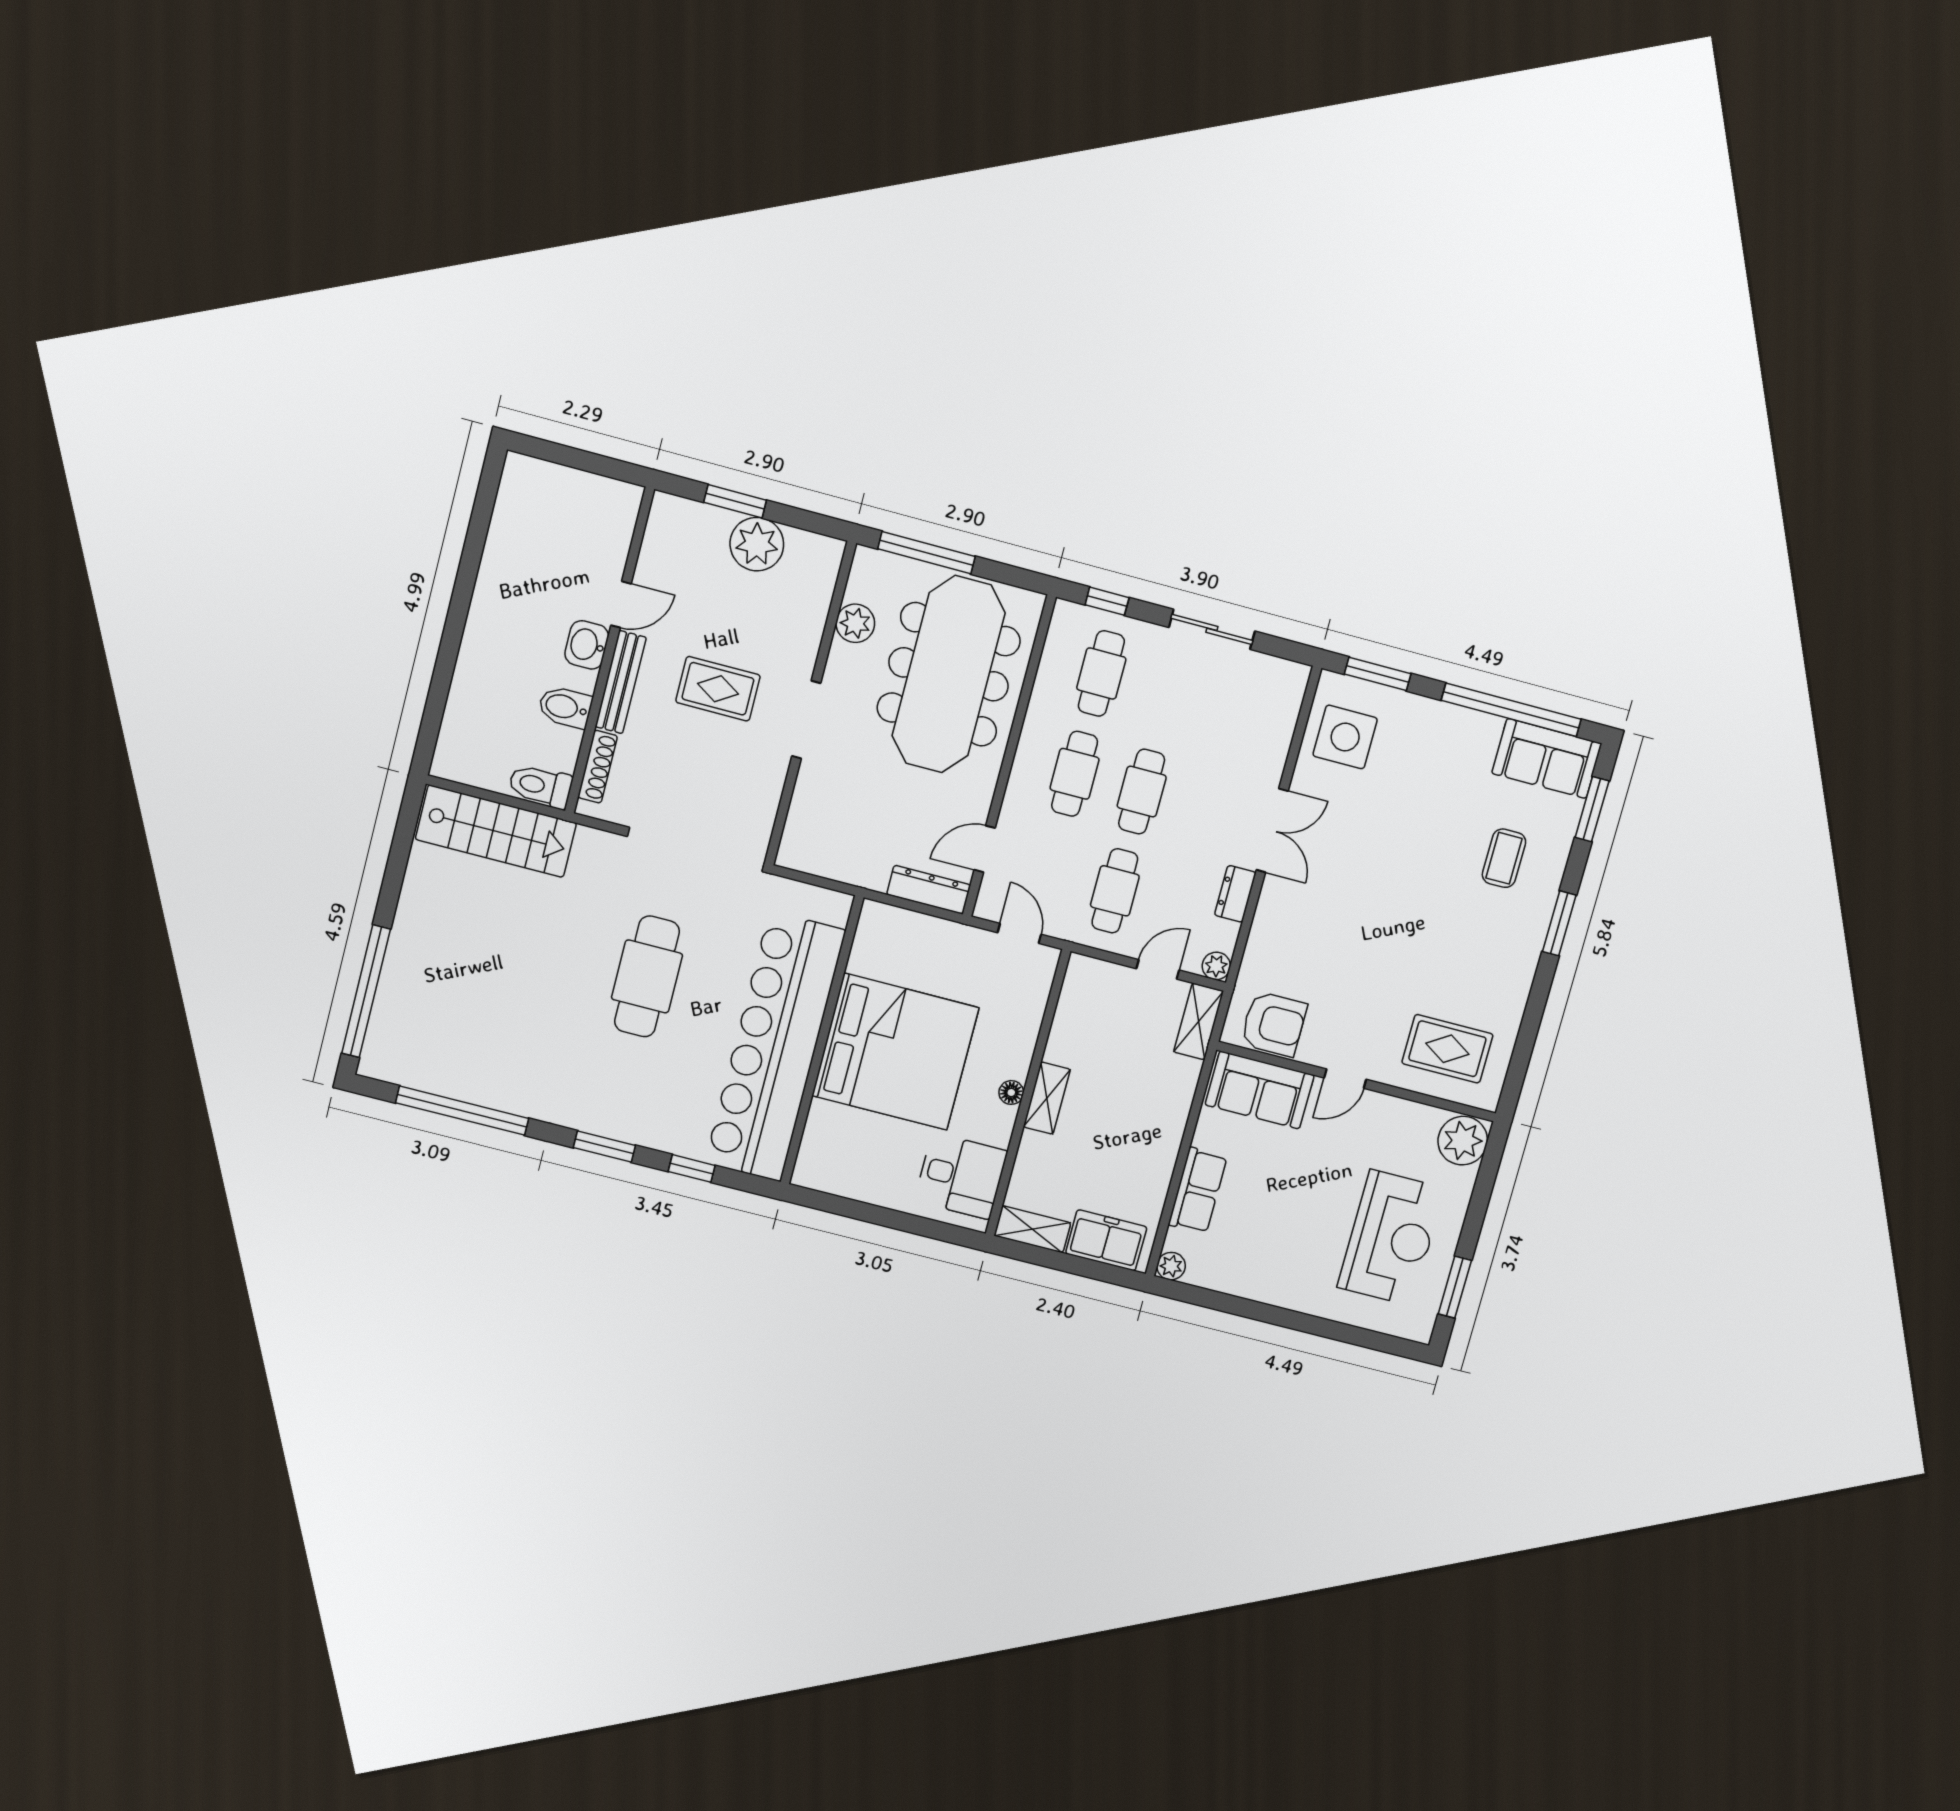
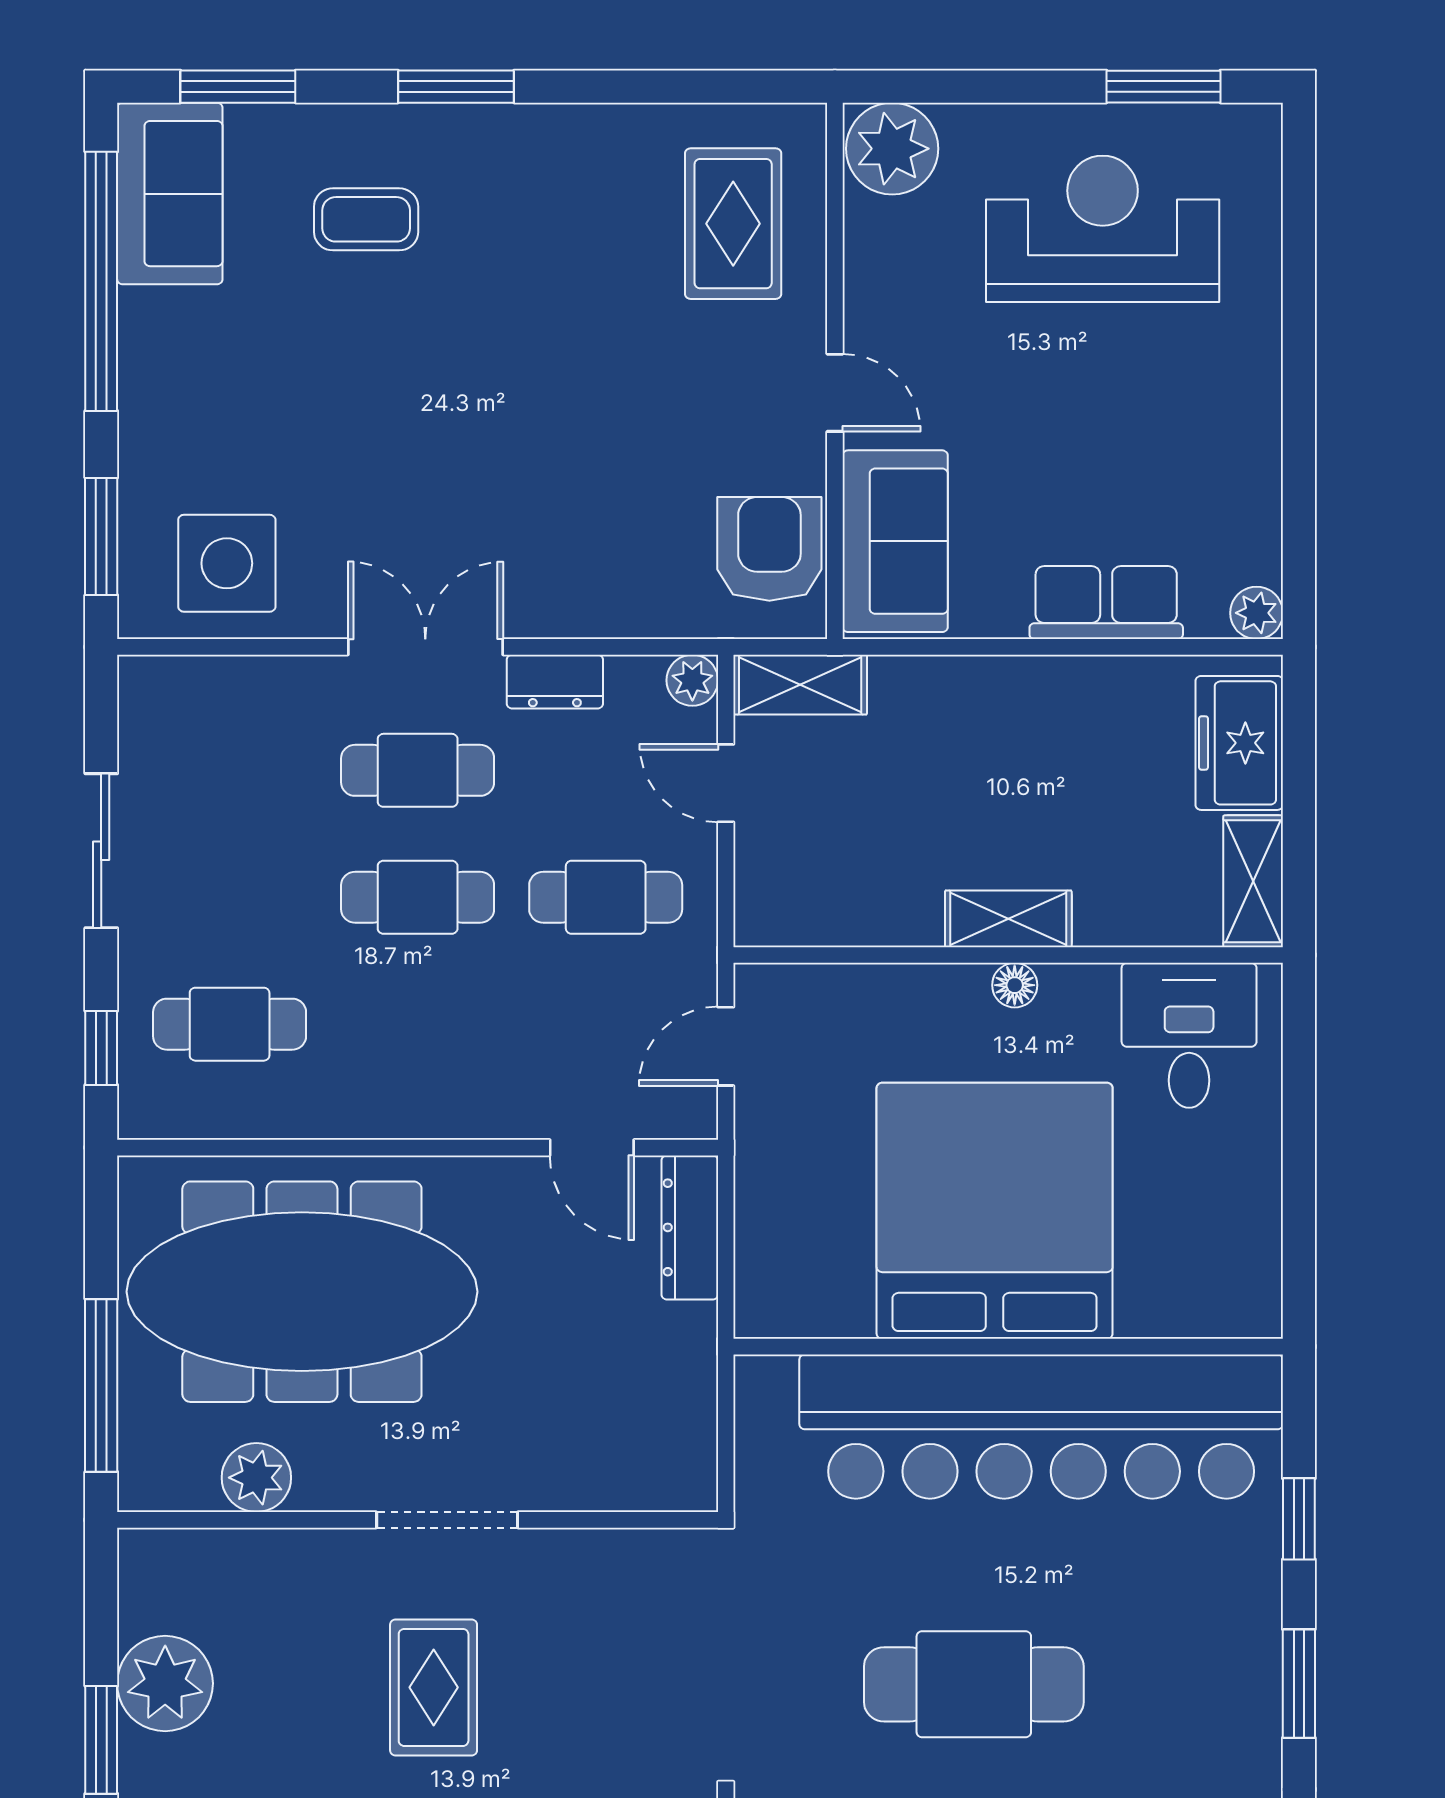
cafe table: (1075, 774) -> (418, 770), moved

